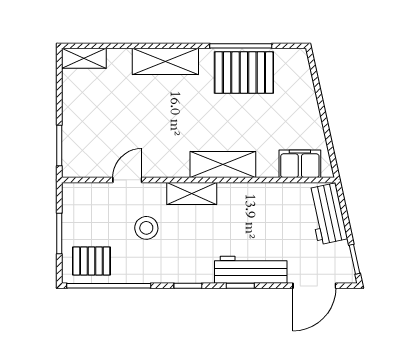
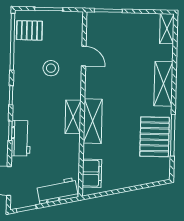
shelving: (192, 193) -> (73, 117), moved
pallet: (91, 261) -> (29, 30), turned 90
workbench: (251, 270) -> (21, 138), width x0.73

